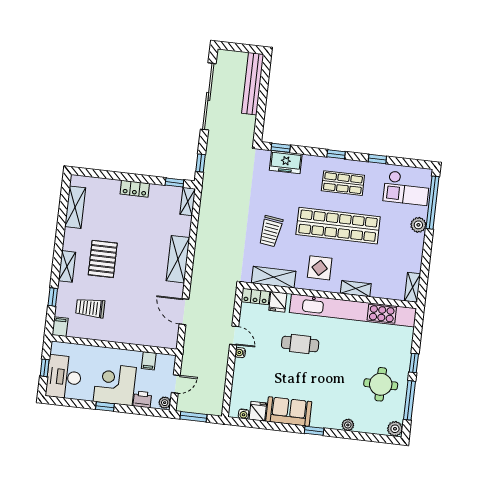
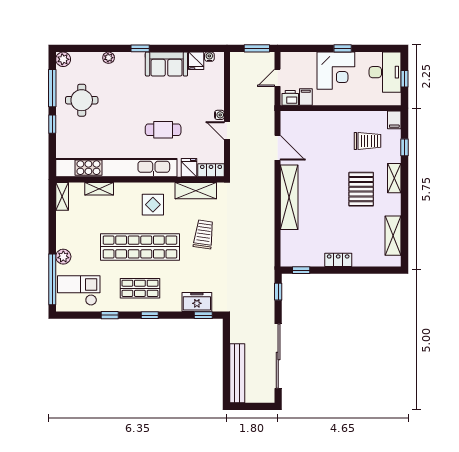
shelving: (188, 201) -> (286, 253), removed
shelving: (178, 259) -> (289, 197), width x1.47
shelving: (356, 289) -> (99, 189), moved
printer: (142, 399) -> (290, 98), moved, turned 180
plant: (165, 403) -> (286, 59), removed

